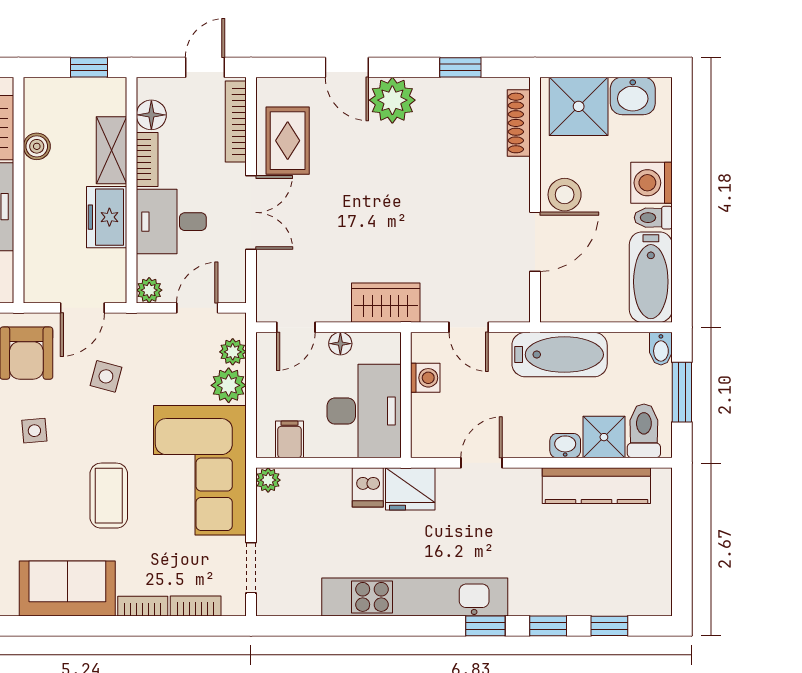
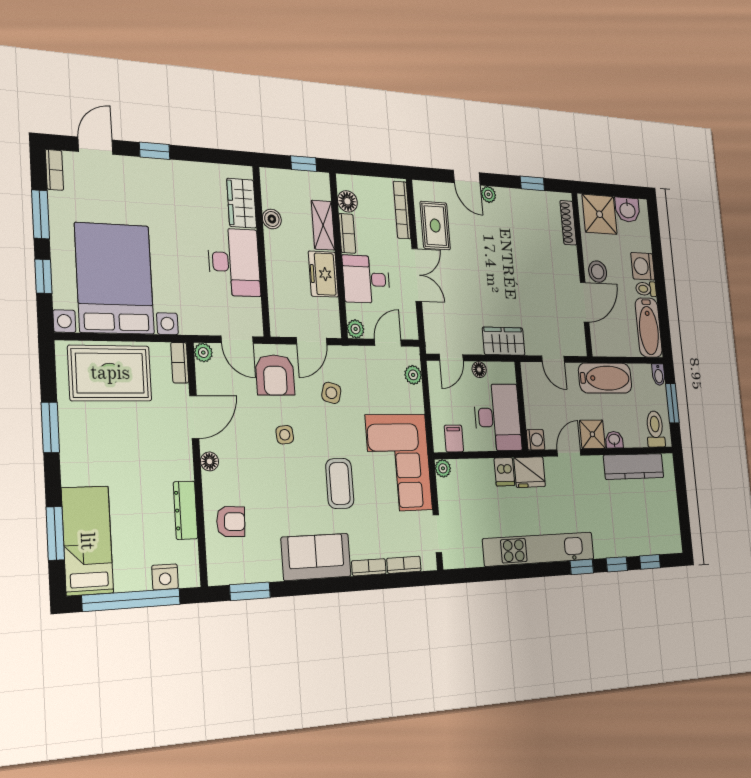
door: (205, 67) -> (380, 170), removed
plant: (392, 100) -> (488, 194), width x0.53, depth x0.53
washing machine: (425, 378) -> (536, 440), moved
plant: (229, 385) -> (412, 399), removed
shower: (604, 437) -> (592, 434), moved

